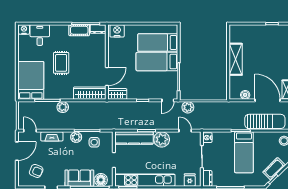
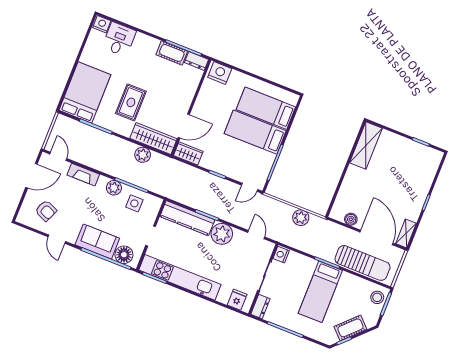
shelving: (236, 59) -> (366, 145), moved
rug: (61, 63) -> (131, 102), moved
plant: (63, 107) -> (143, 155), moved
plant: (188, 107) -> (301, 218), moved

